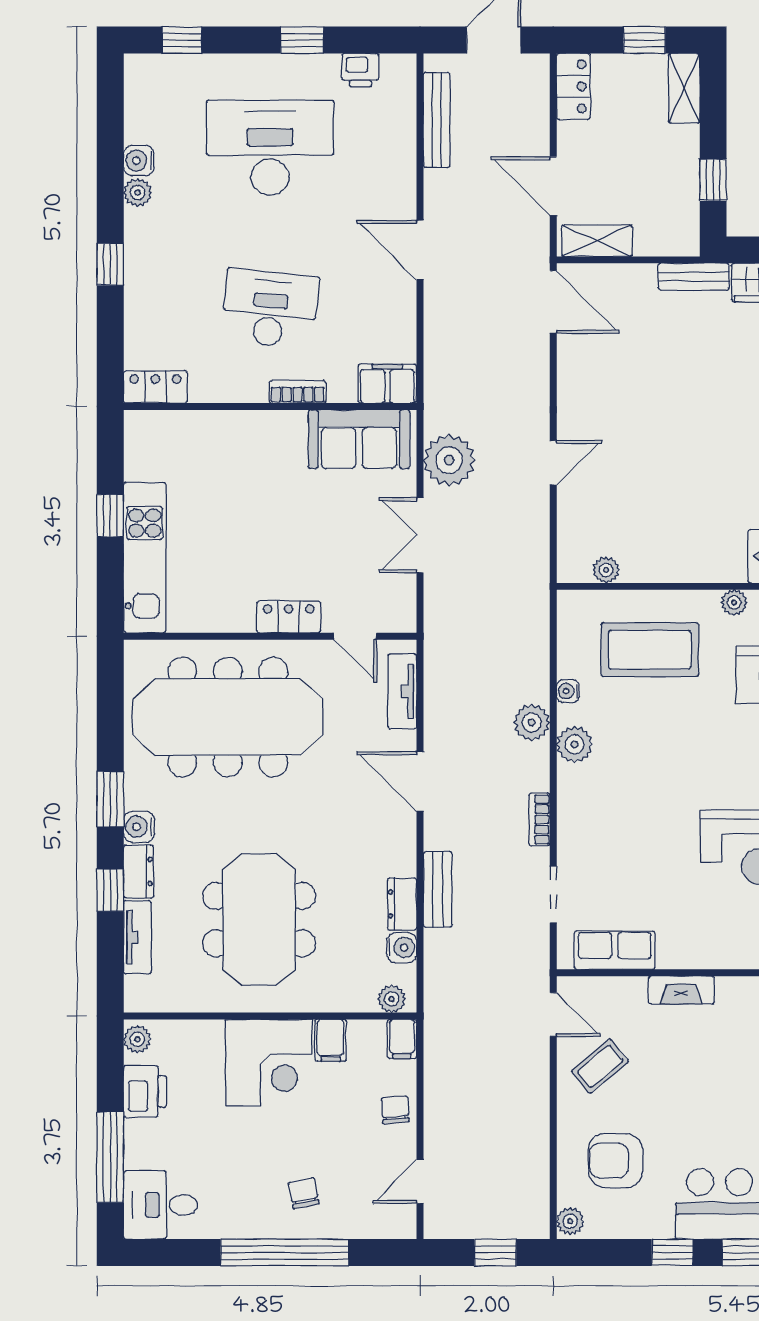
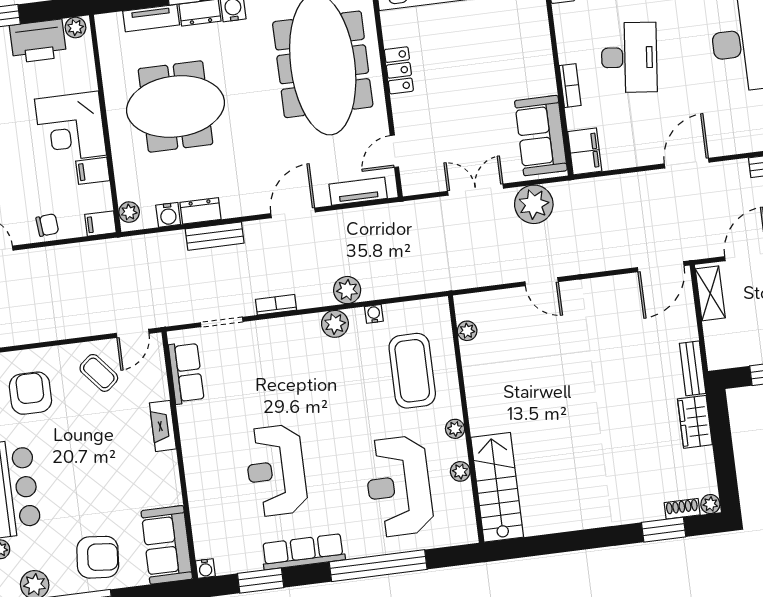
locker: (289, 617) -> (399, 70), moved
printer: (145, 1091) -> (38, 41), width x1.37, depth x1.19

